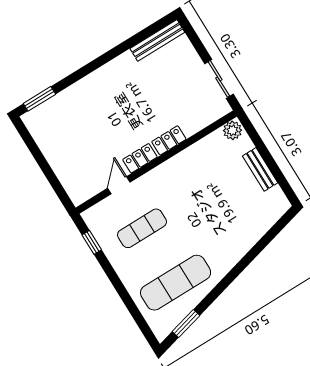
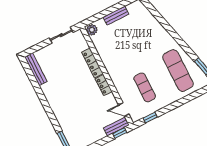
locker: (169, 140) -> (92, 63), width x1.53
door: (119, 185) -> (124, 109), moved
bench: (71, 186) -> (116, 127), added
window: (61, 192) -> (120, 133), added

